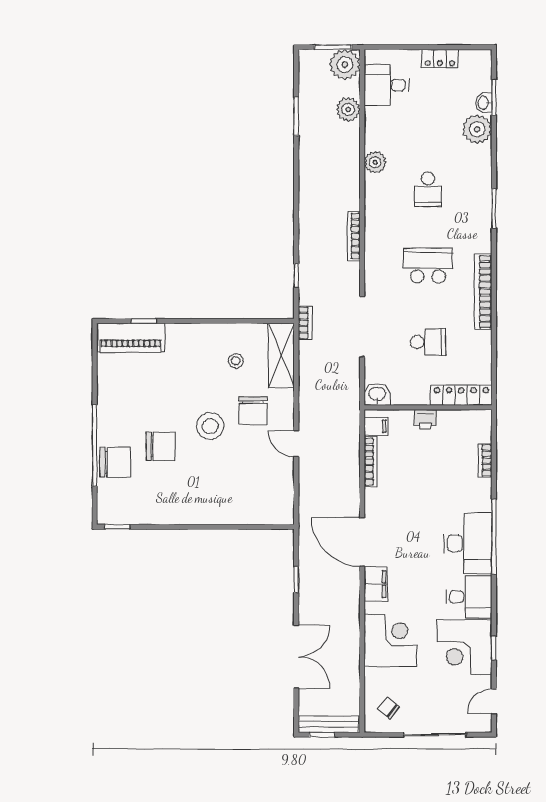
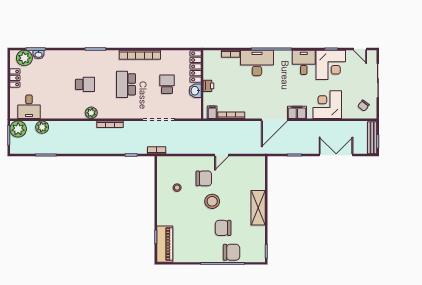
plant: (477, 129) -> (24, 58), moved
plant: (375, 162) -> (91, 113), moved
shelving: (281, 355) -> (258, 208), moved, turned 90
washbasin: (377, 394) -> (195, 91), moved
chair: (161, 446) -> (223, 228), turned -90
chair: (115, 462) -> (232, 252), turned 90
desk: (468, 543) -> (257, 63), moved

